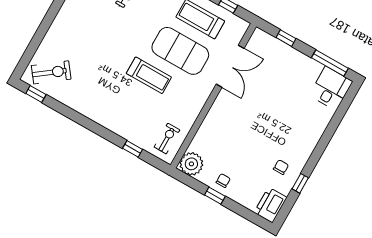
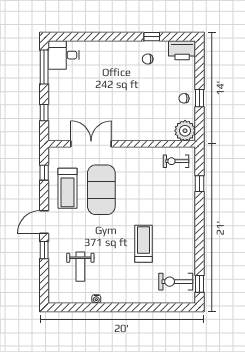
exercise bike: (51, 72) -> (176, 282), turned -53
treadmill: (149, 75) -> (143, 244), moved

